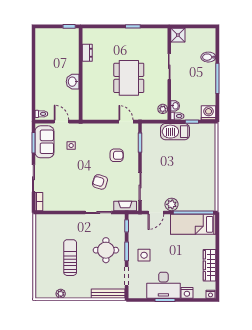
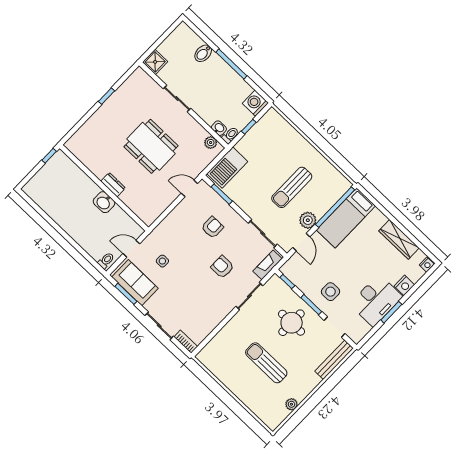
dresser: (87, 53) -> (113, 185), moved
barbecue: (175, 132) -> (227, 168), moved
sun lounger: (181, 178) -> (292, 187), added
armchair: (100, 182) -> (222, 267), turned 73

